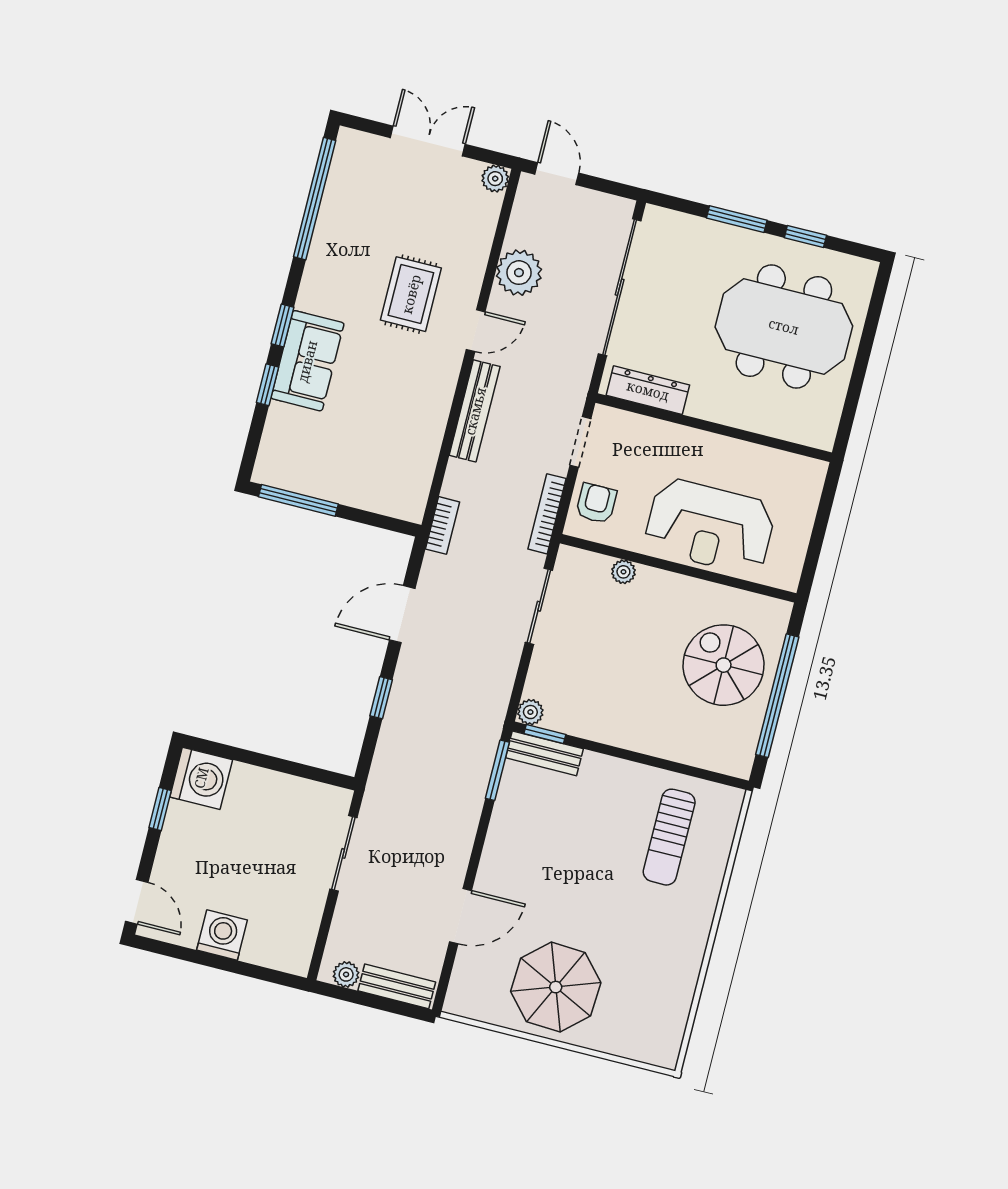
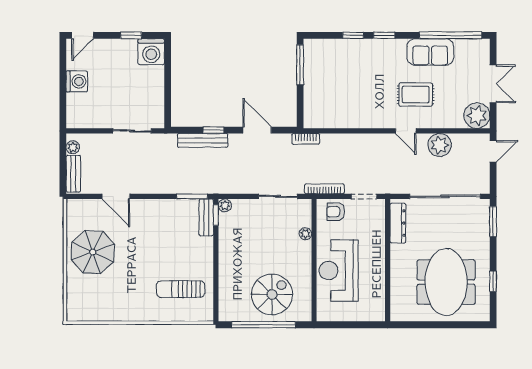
plant: (495, 179) -> (477, 116), width x1.87, depth x1.87
window: (737, 219) -> (493, 222), moved
sofa: (307, 361) -> (430, 52), moved
bench: (475, 411) -> (203, 140), moved
armchair: (596, 503) -> (336, 212), turned 180

